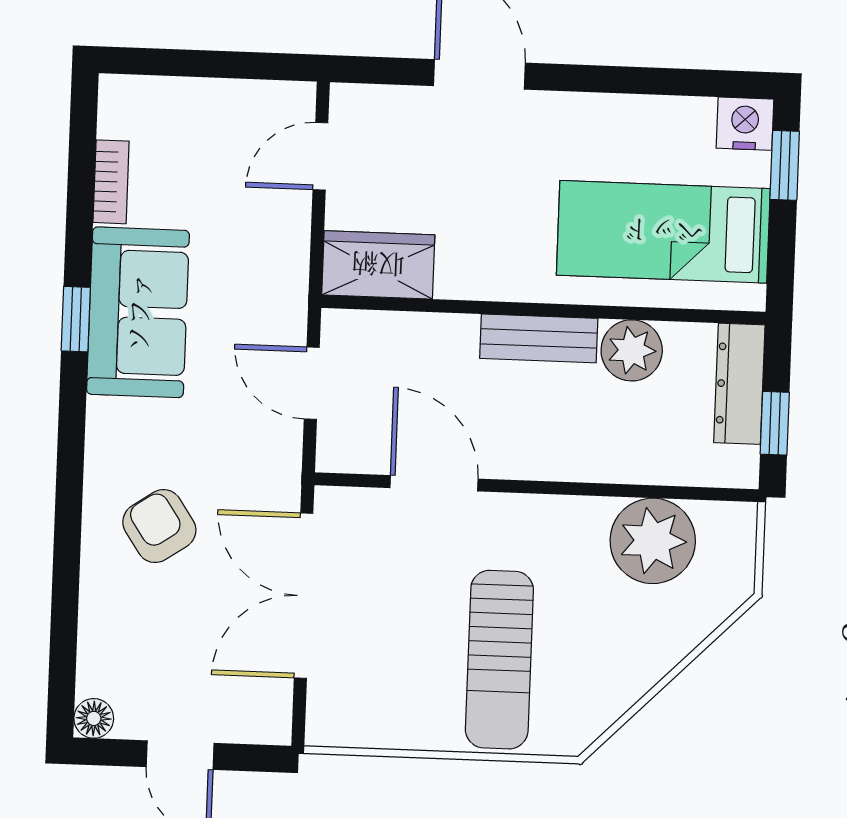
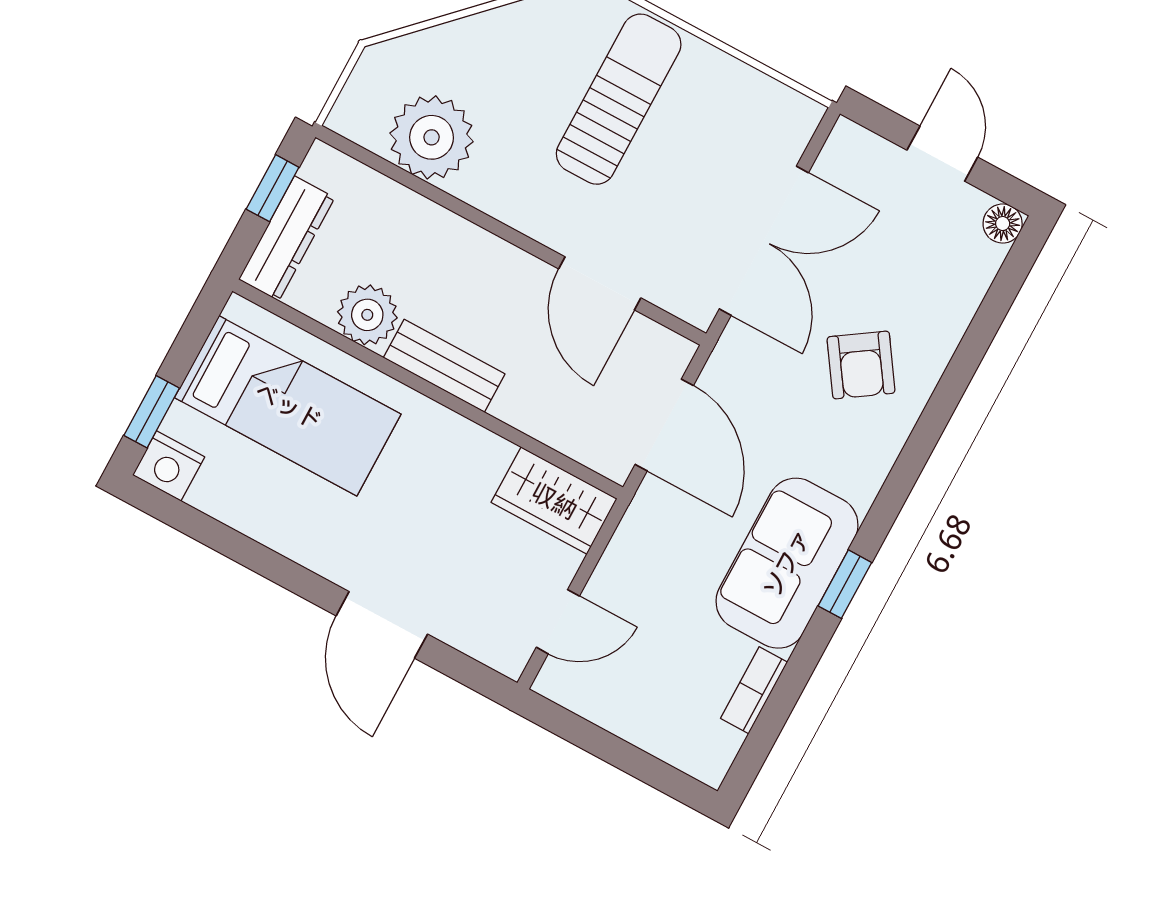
door: (312, 383) -> (664, 425), width x1.38

